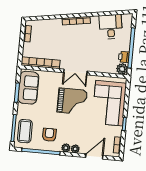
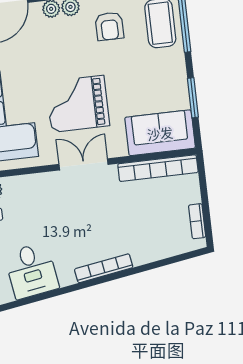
sofa: (28, 88) -> (160, 133), moved, turned 90

